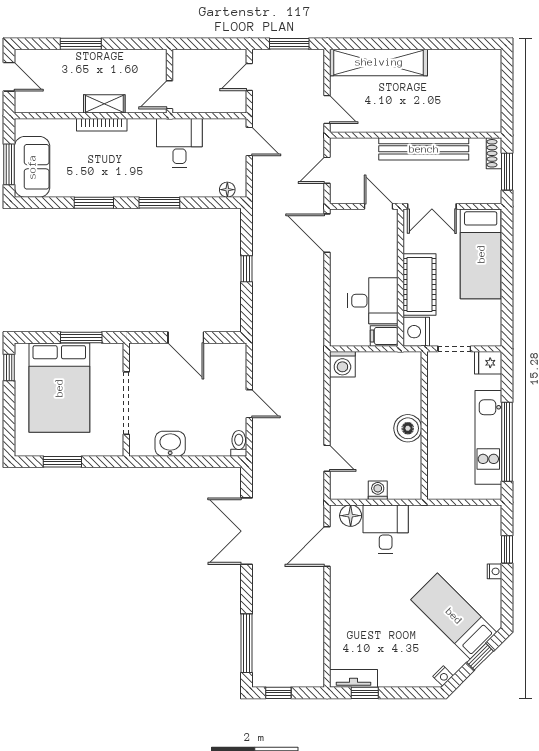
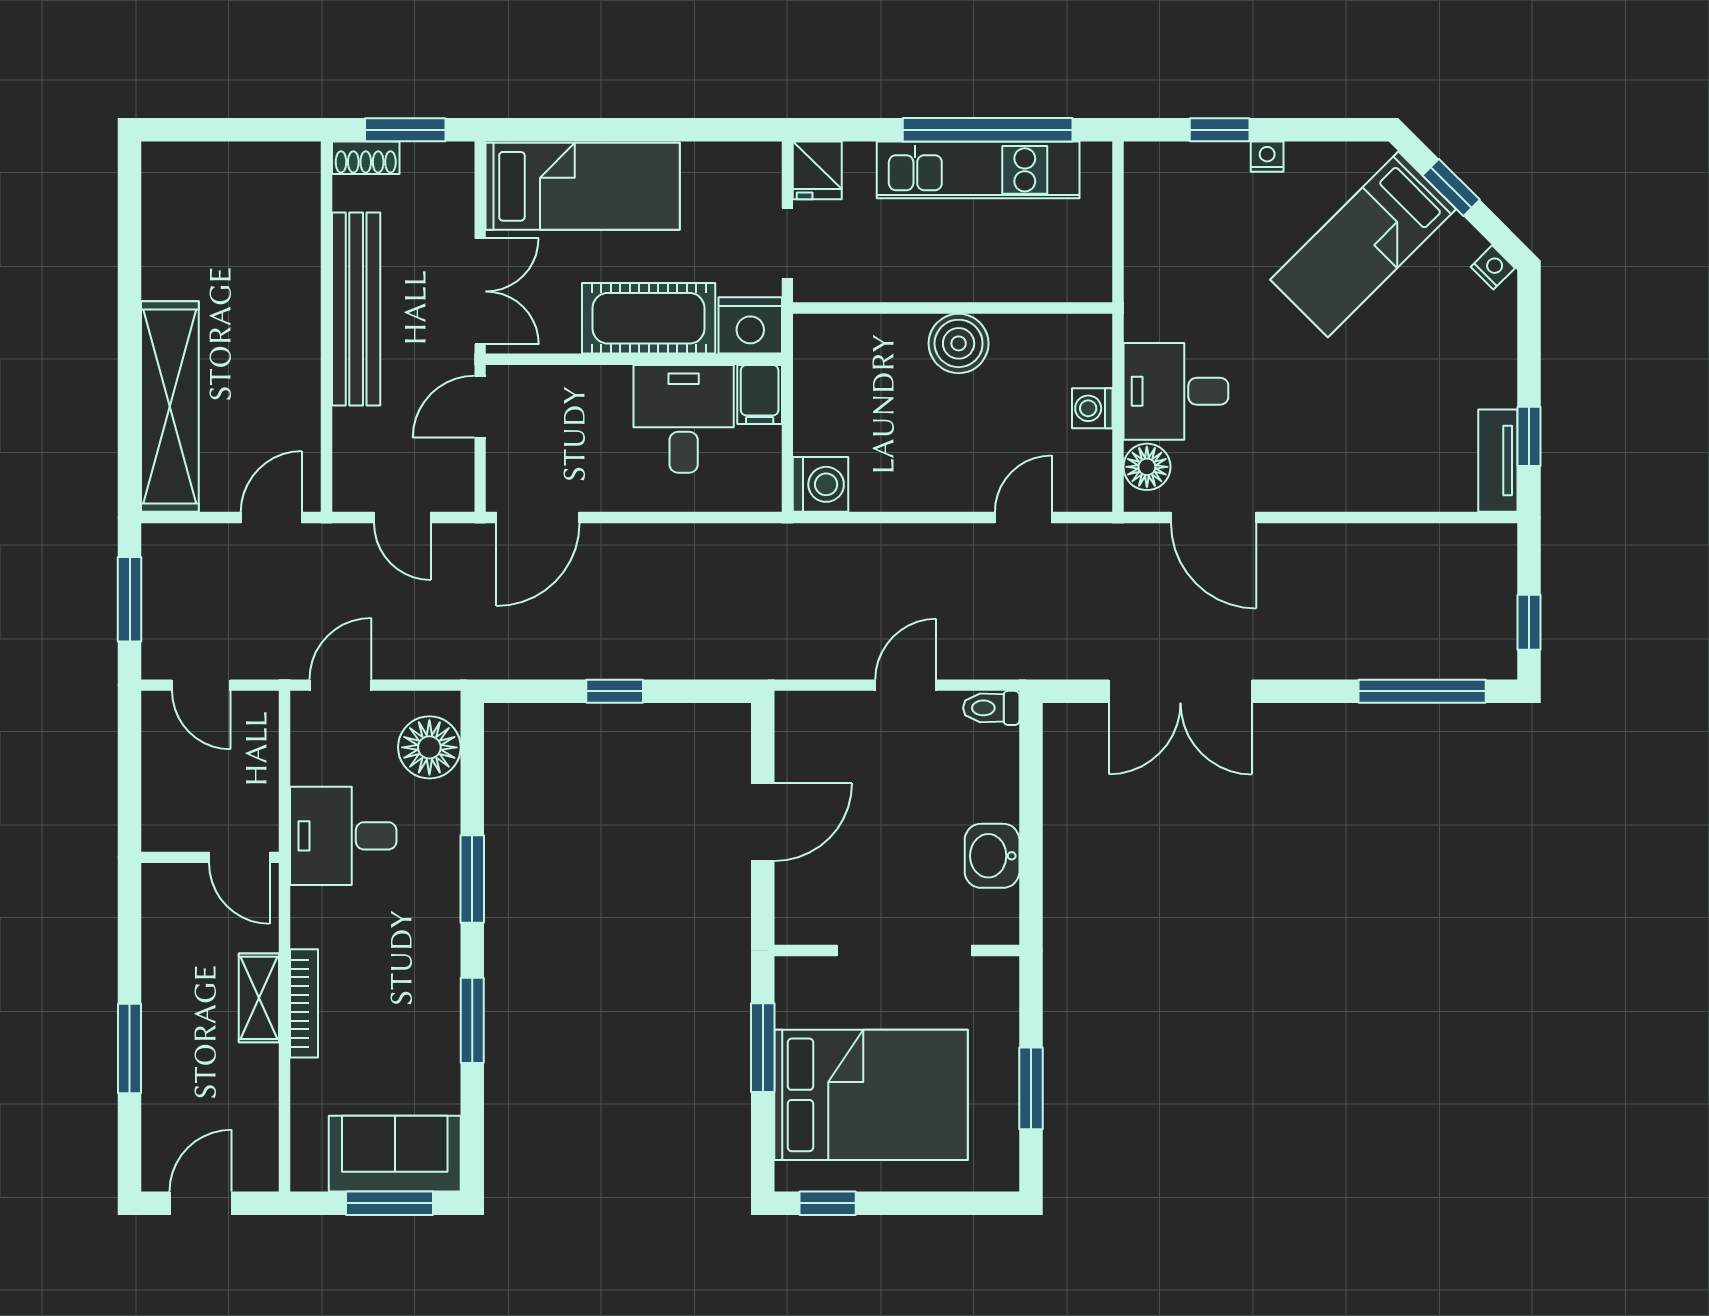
floor lamp: (227, 190) -> (429, 747), width x1.89, depth x1.89

